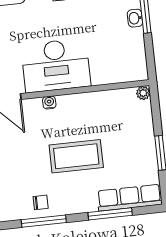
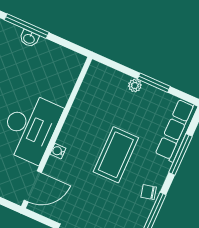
plant: (143, 93) -> (135, 85), moved
chair: (41, 202) -> (149, 192), moved, turned -103

